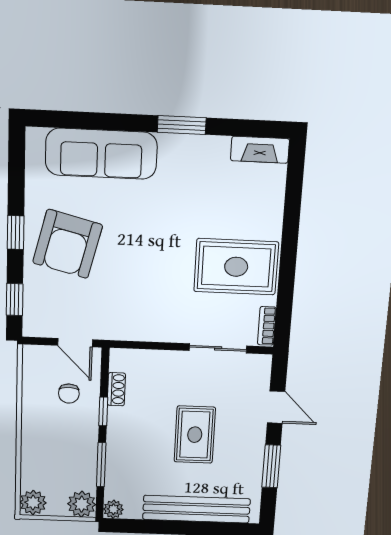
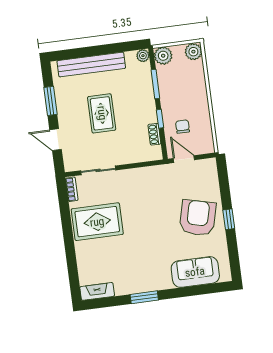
sofa: (101, 154) -> (195, 272), width x0.73
window: (15, 300) -> (224, 179), removed

